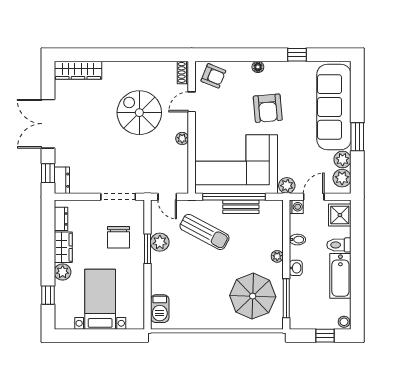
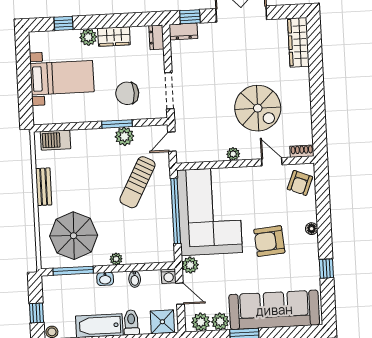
spiral stairs: (139, 113) -> (258, 108), turned 90
bench: (241, 207) -> (44, 187), moved
dresser: (61, 219) -> (156, 37), moved, turned 90

